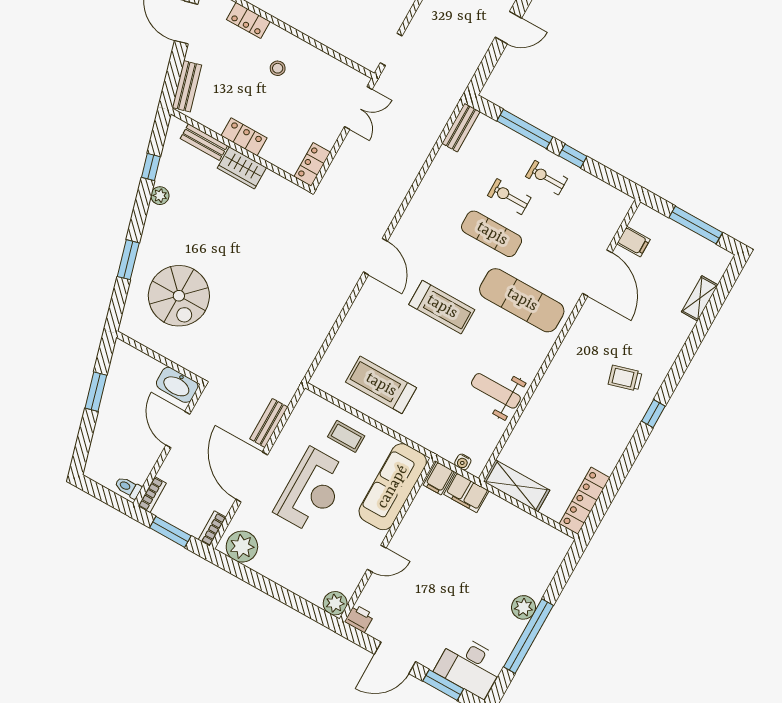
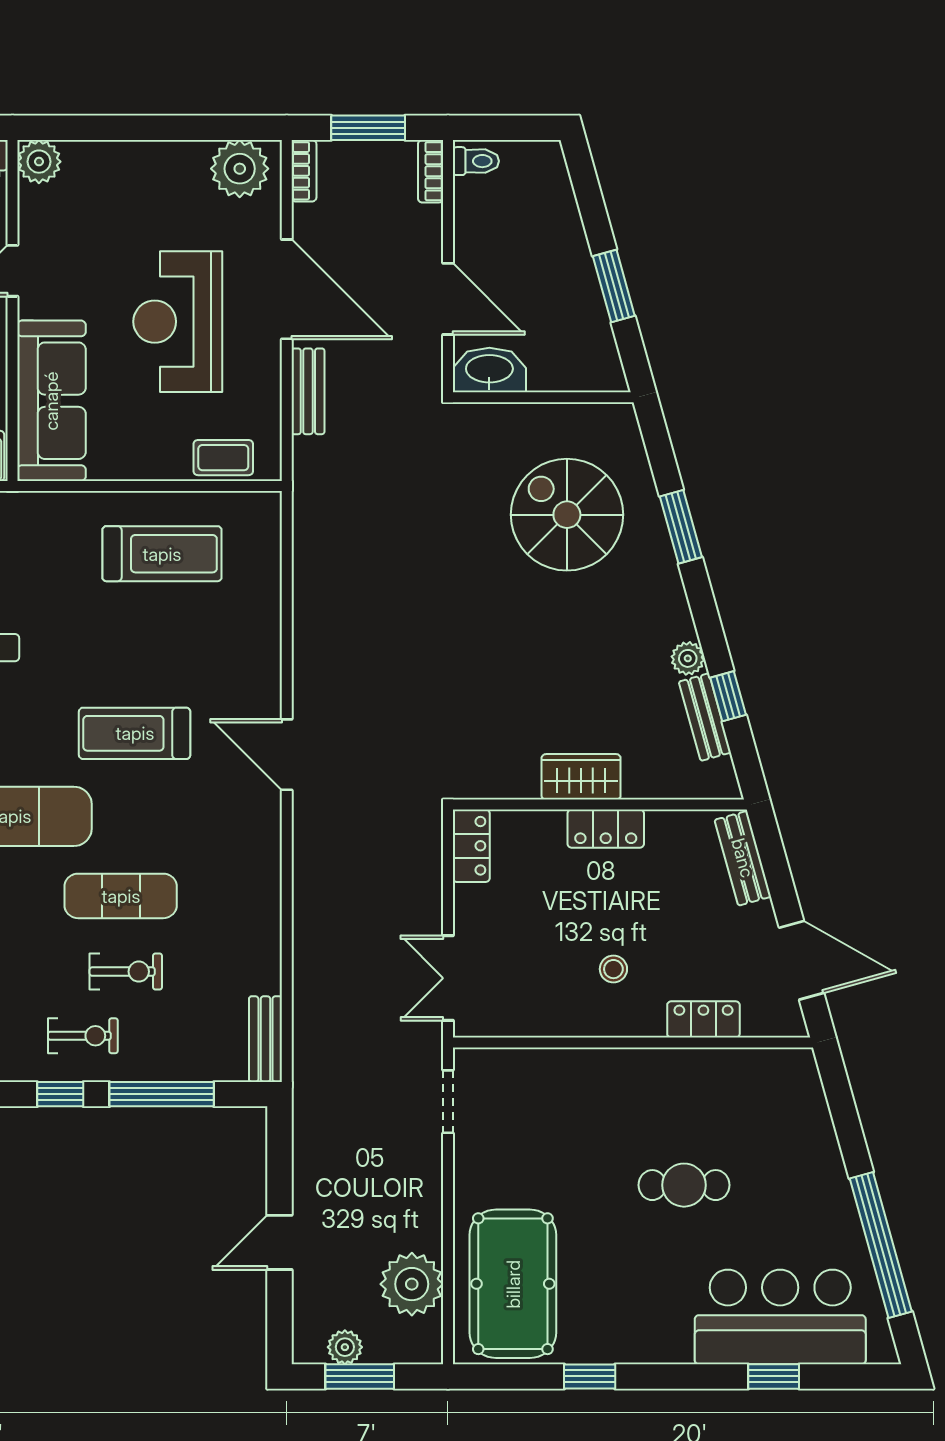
bench: (204, 142) -> (705, 717), moved, turned 74
coffee table: (346, 436) -> (223, 458), moved

